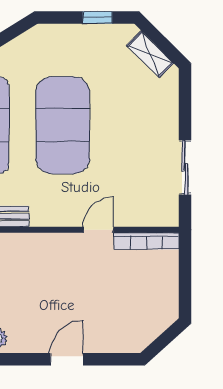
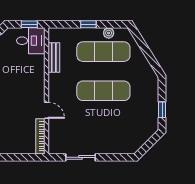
shelving: (150, 54) -> (142, 138), removed
exercise mat: (63, 125) -> (103, 91), width x0.68

